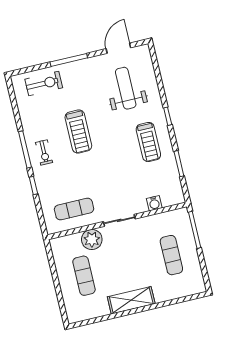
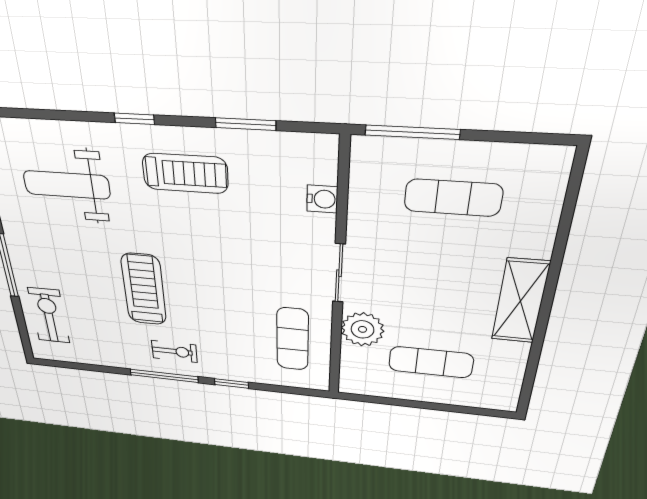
treadmill: (78, 132) -> (144, 289), turned -90

